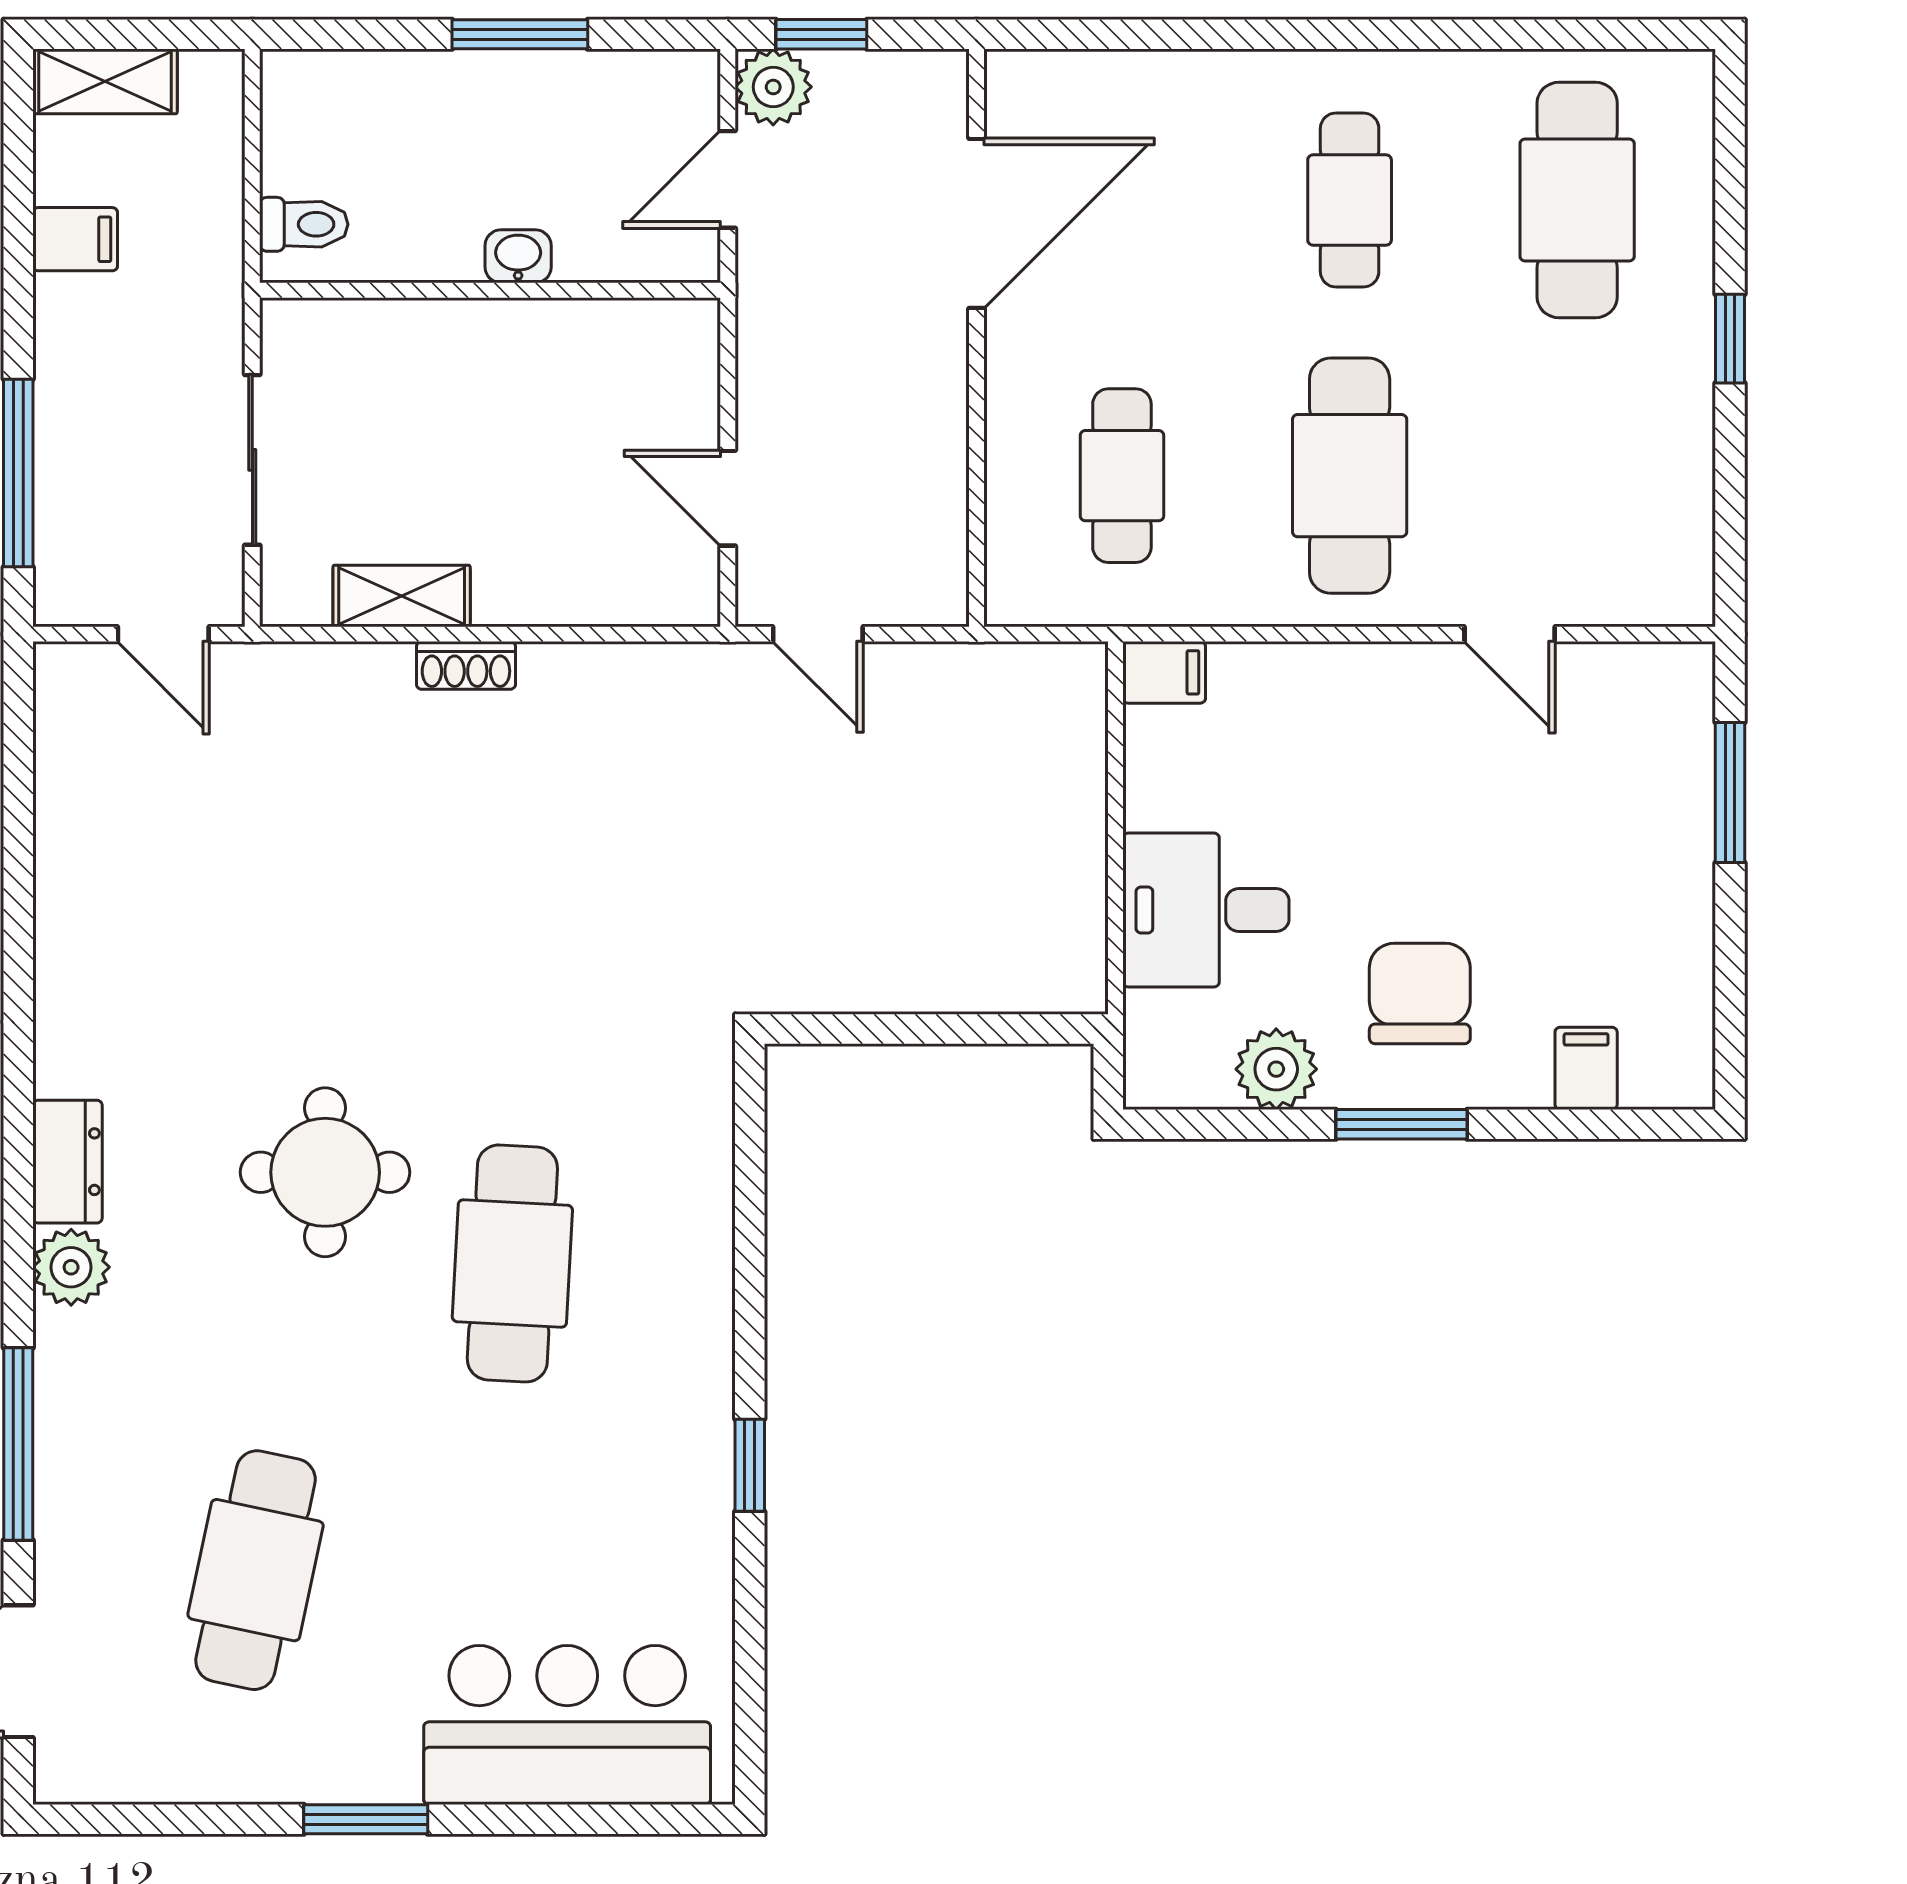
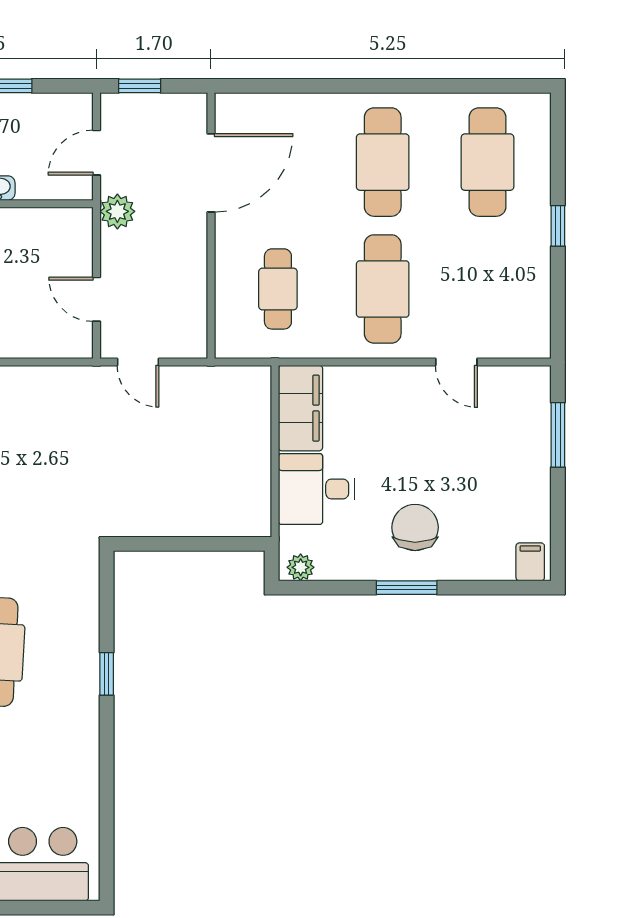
plant: (773, 87) -> (117, 211), moved
cafe table: (1350, 200) -> (383, 162), width x1.37, depth x1.35
filing cabinet: (1164, 672) -> (300, 408), width x3.00, depth x1.17
filing cabinet: (1586, 1068) -> (530, 562), moved
plant: (1276, 1069) -> (301, 567), moved, width x0.73, depth x0.73
window: (750, 1465) -> (107, 674), moved

